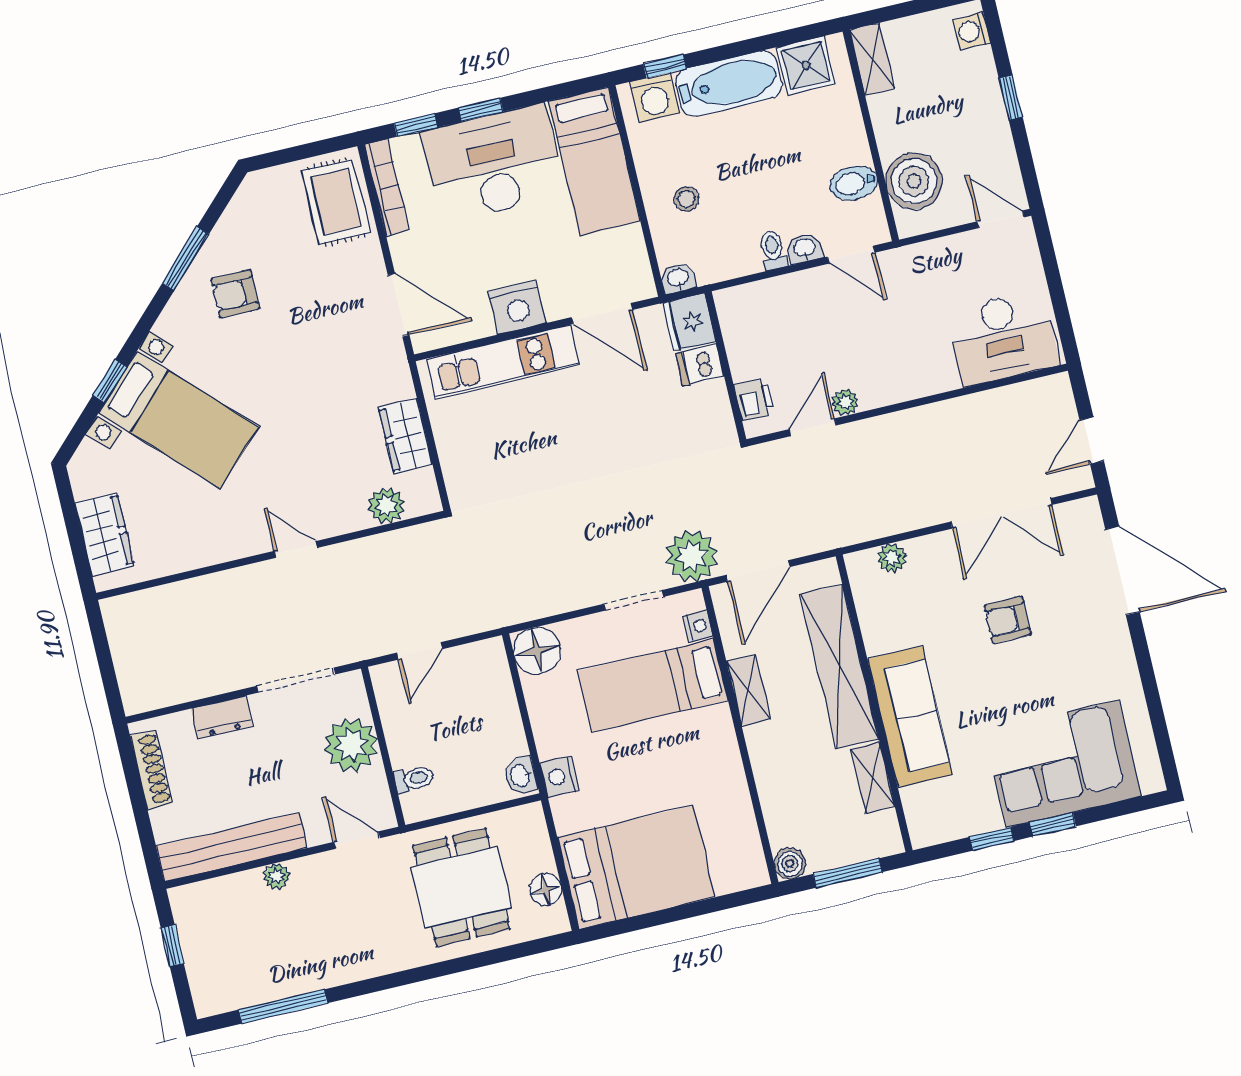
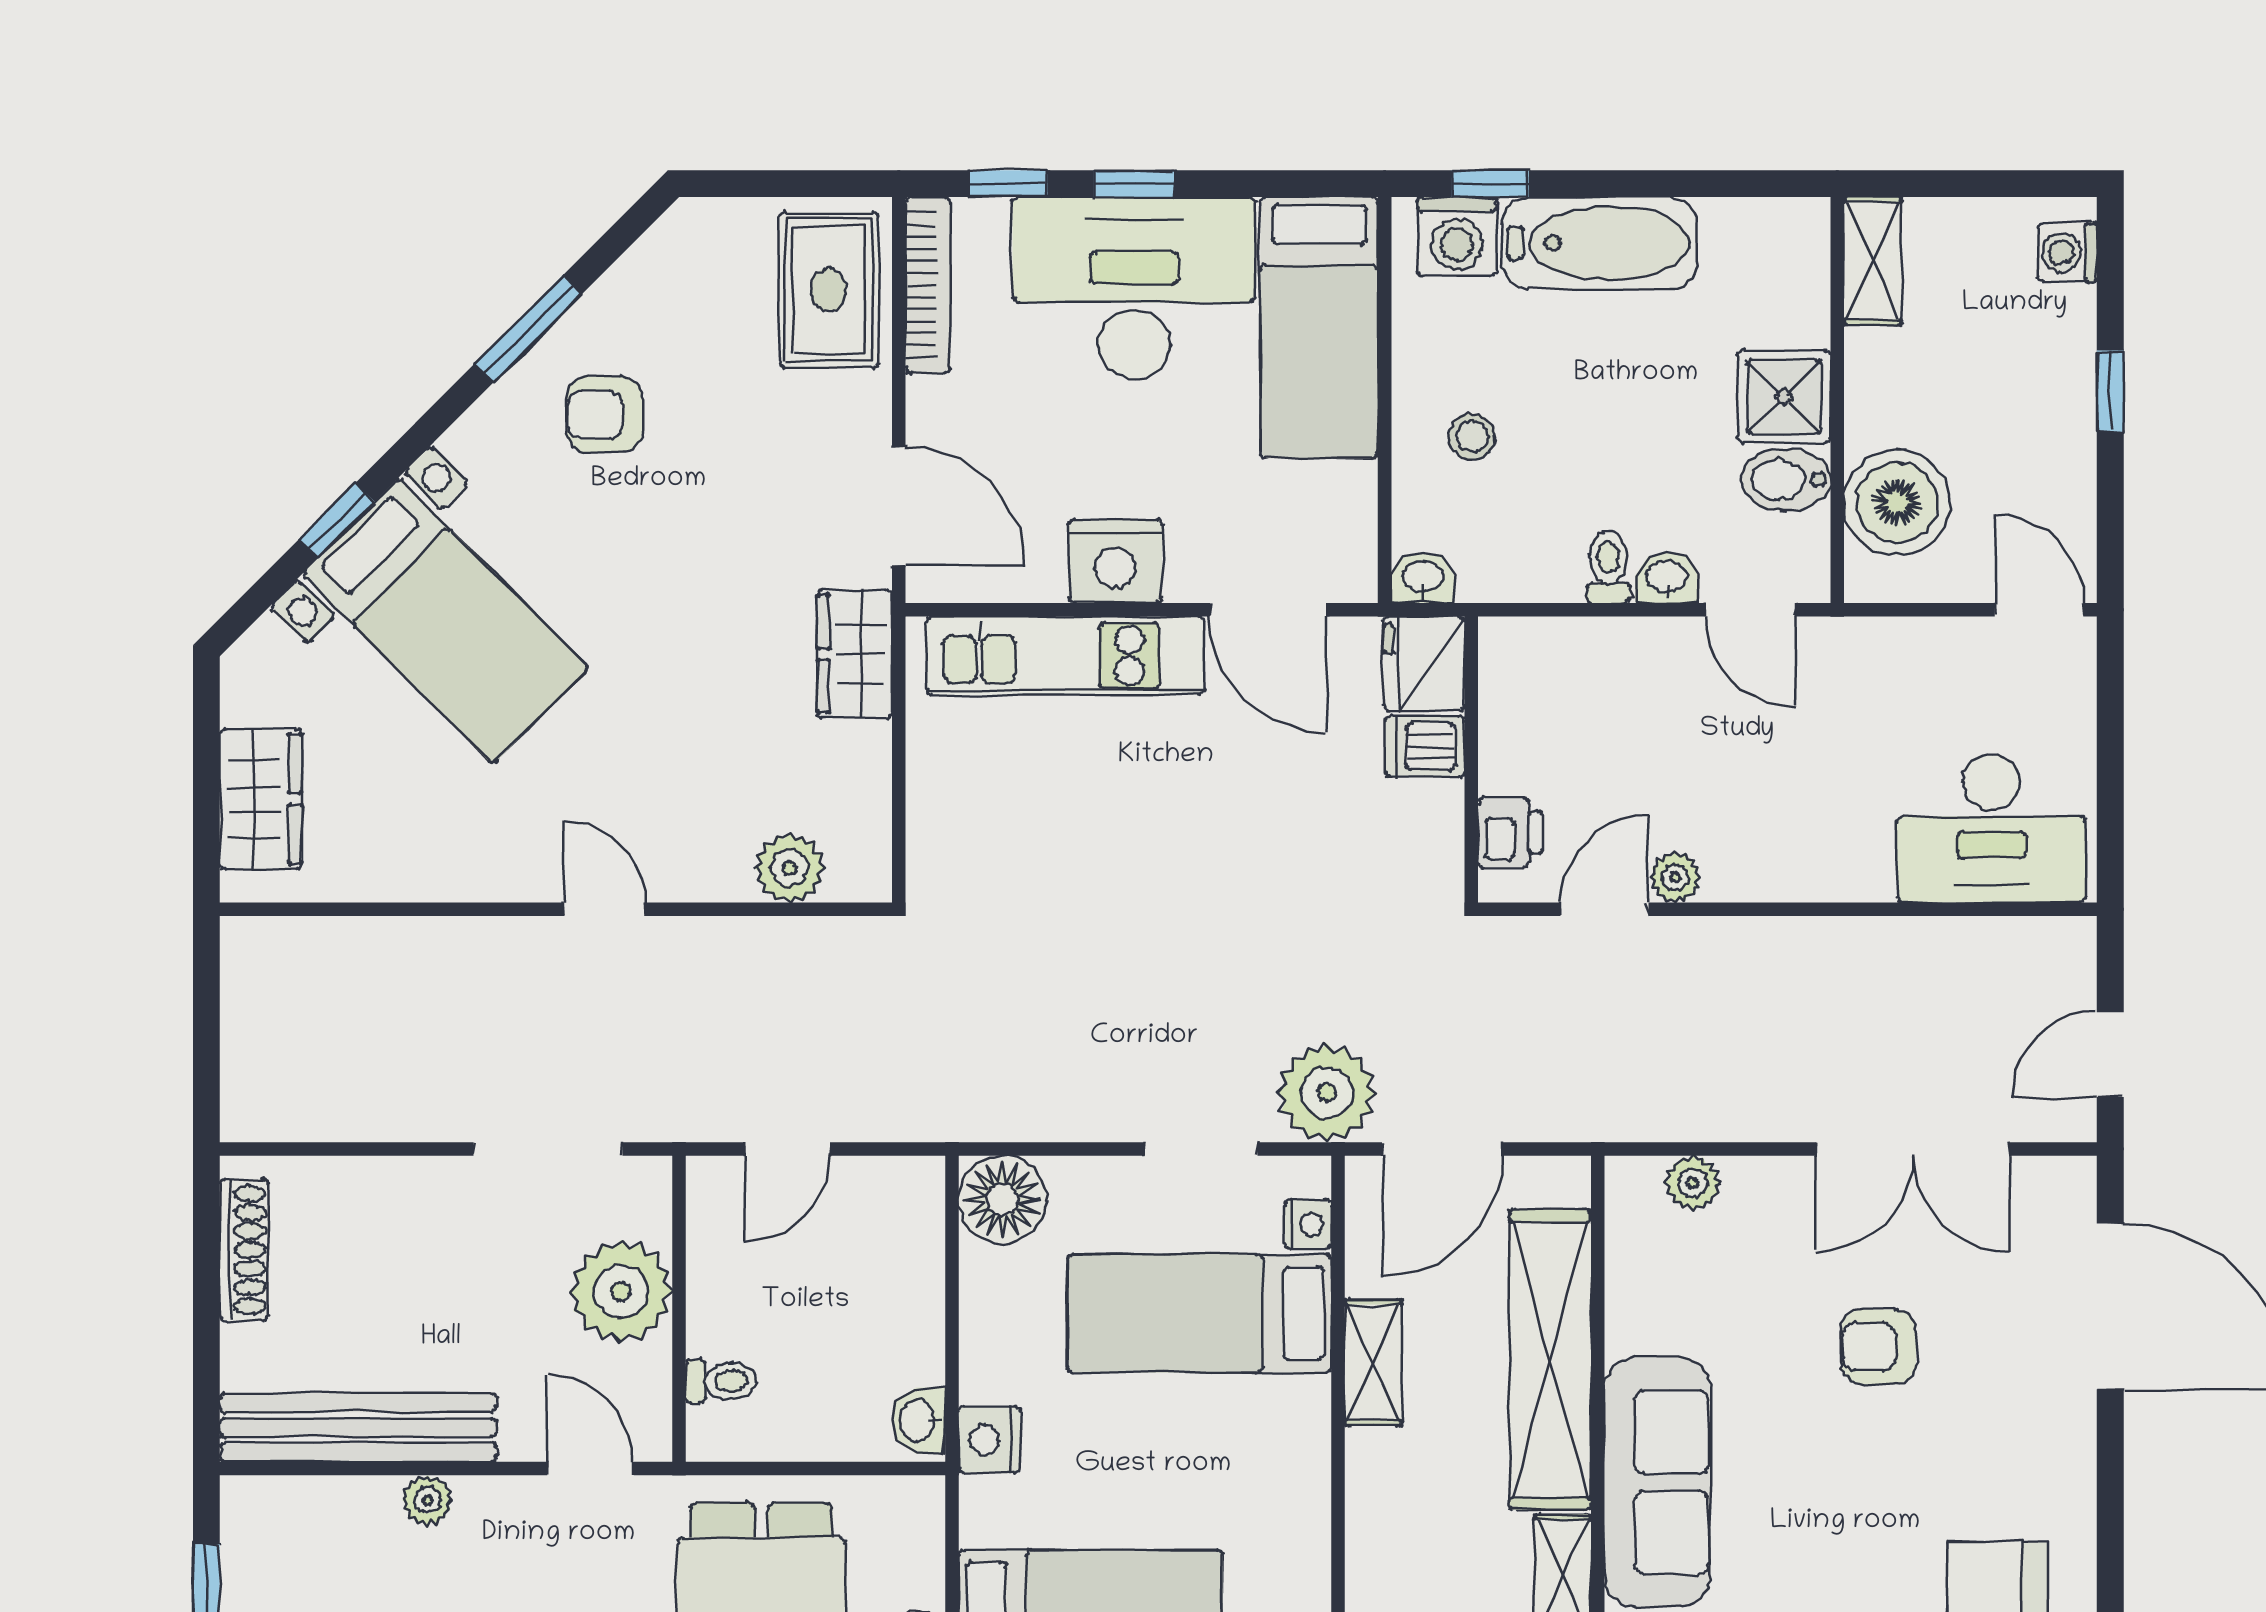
shower: (806, 65) -> (1784, 397), moved
wardrobe: (406, 436) -> (855, 654), moved
dresser: (222, 718) -> (396, 1185), removed

